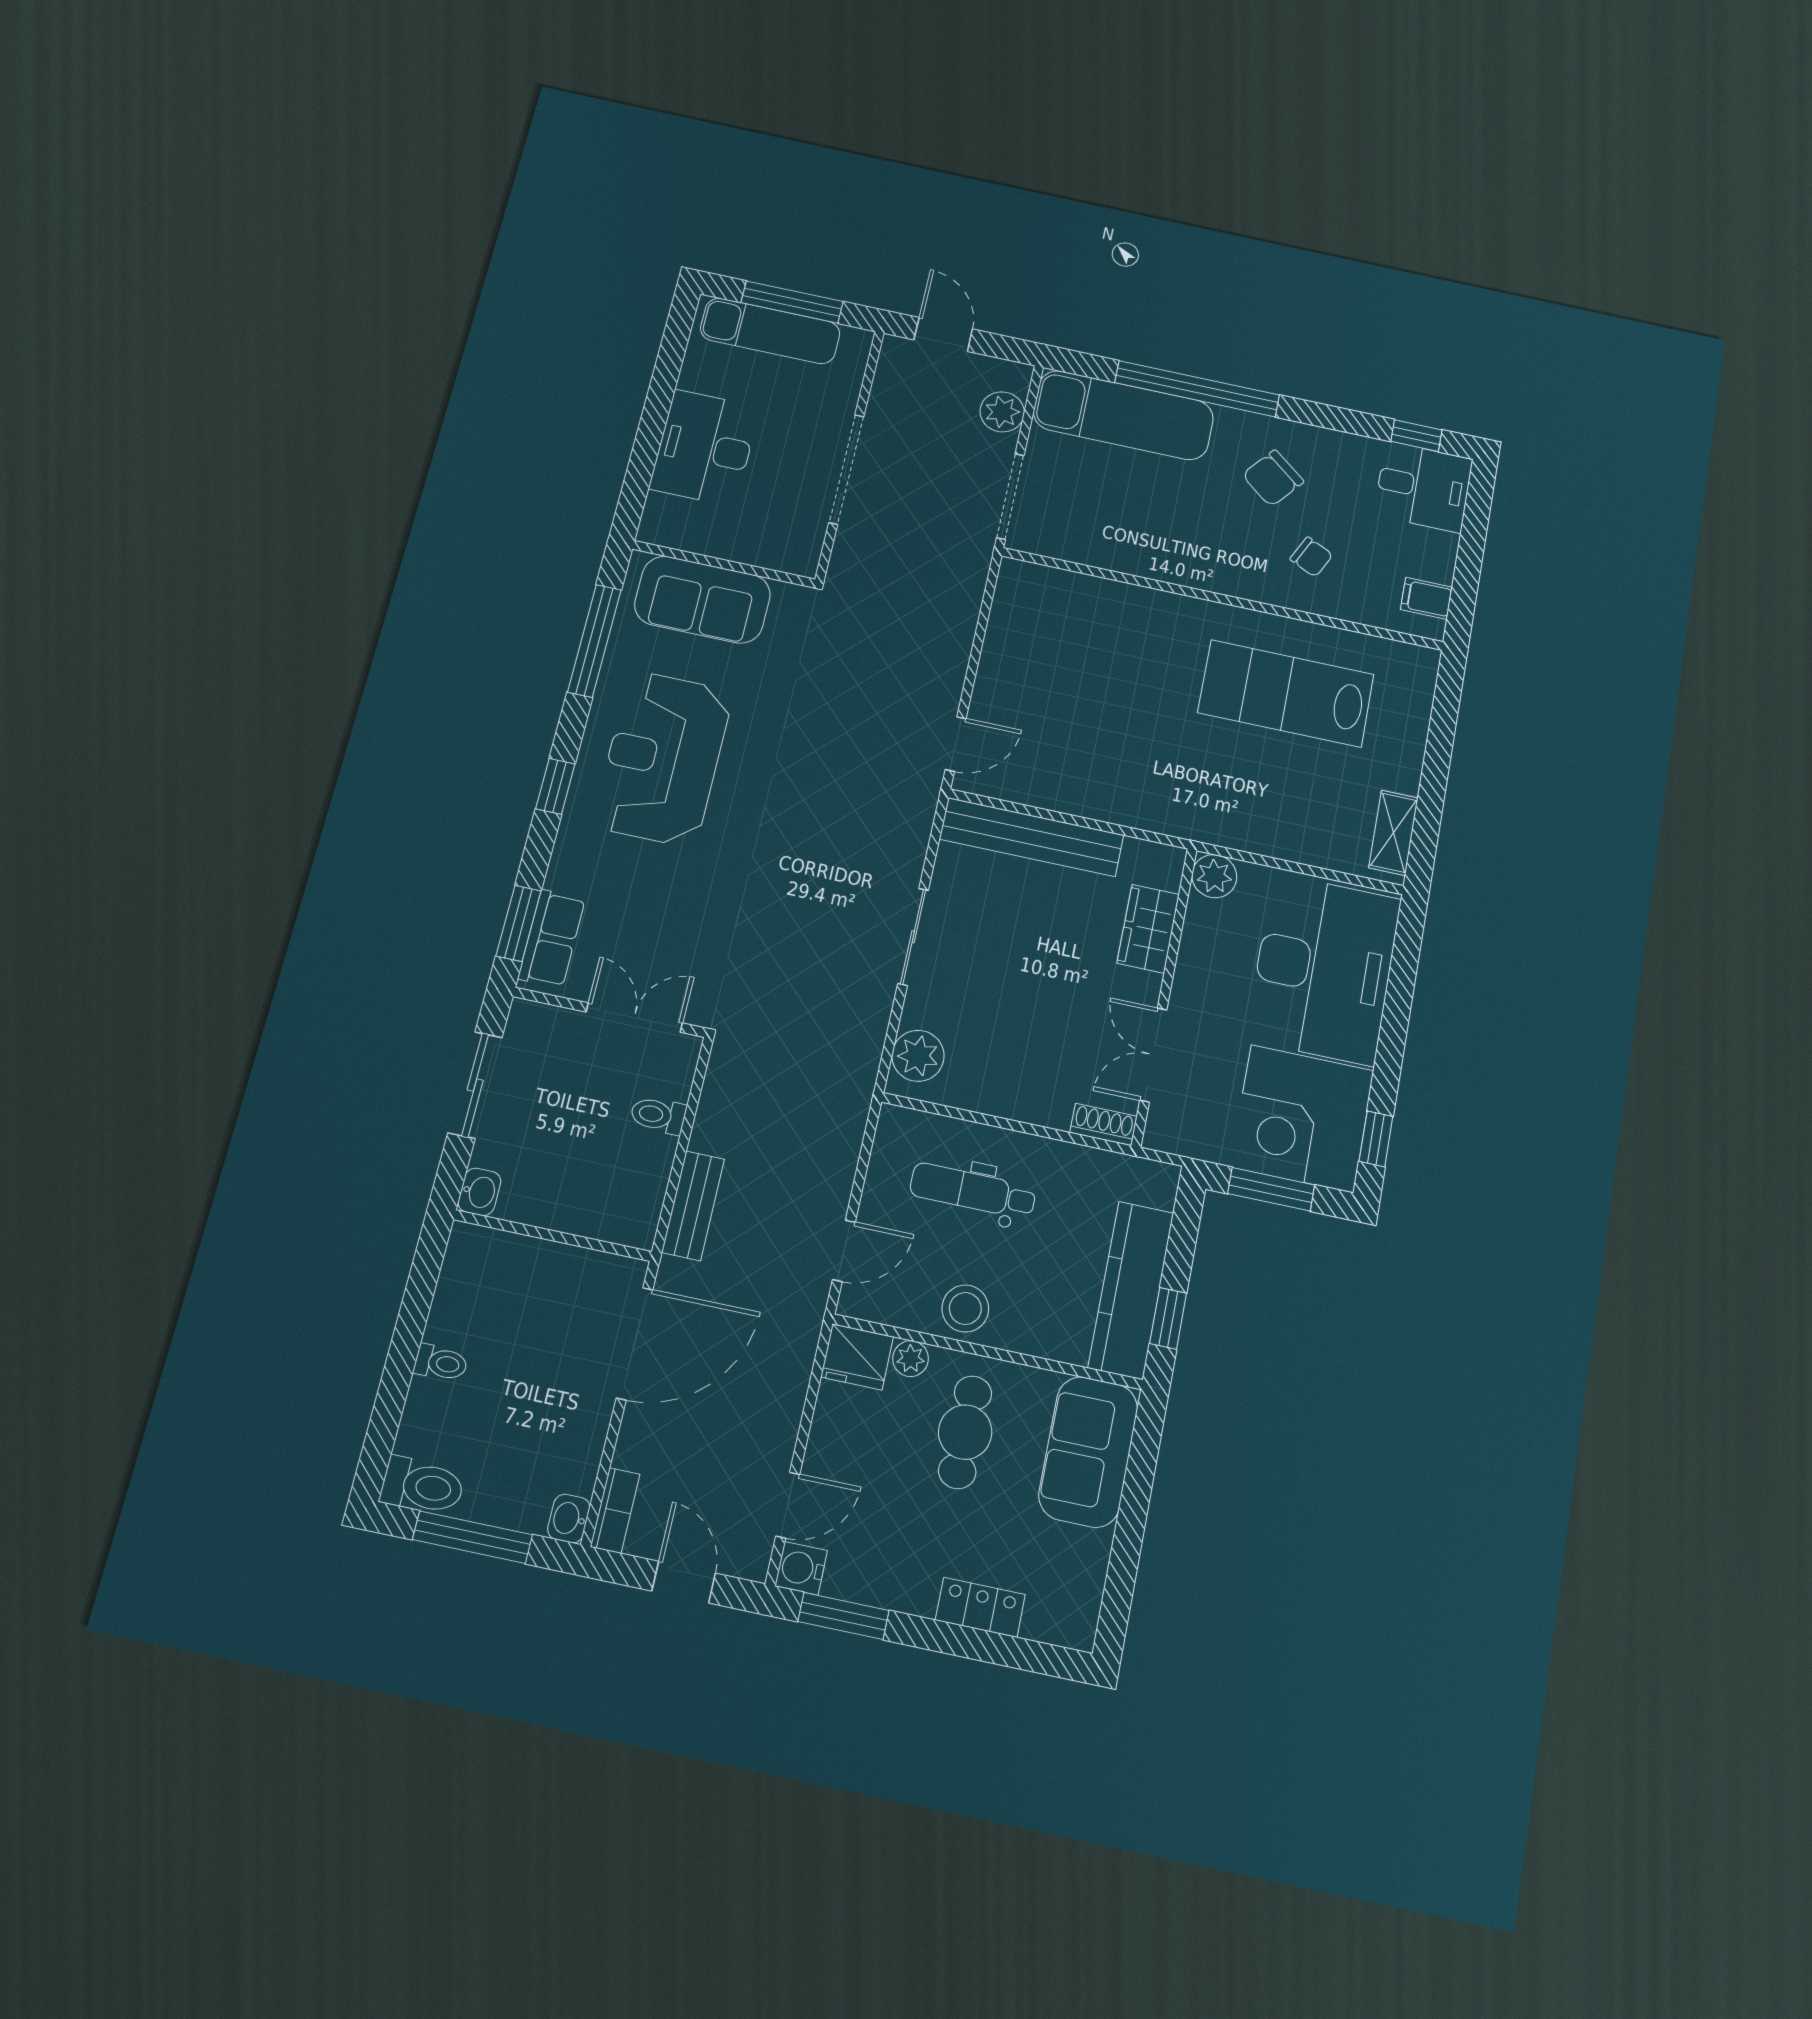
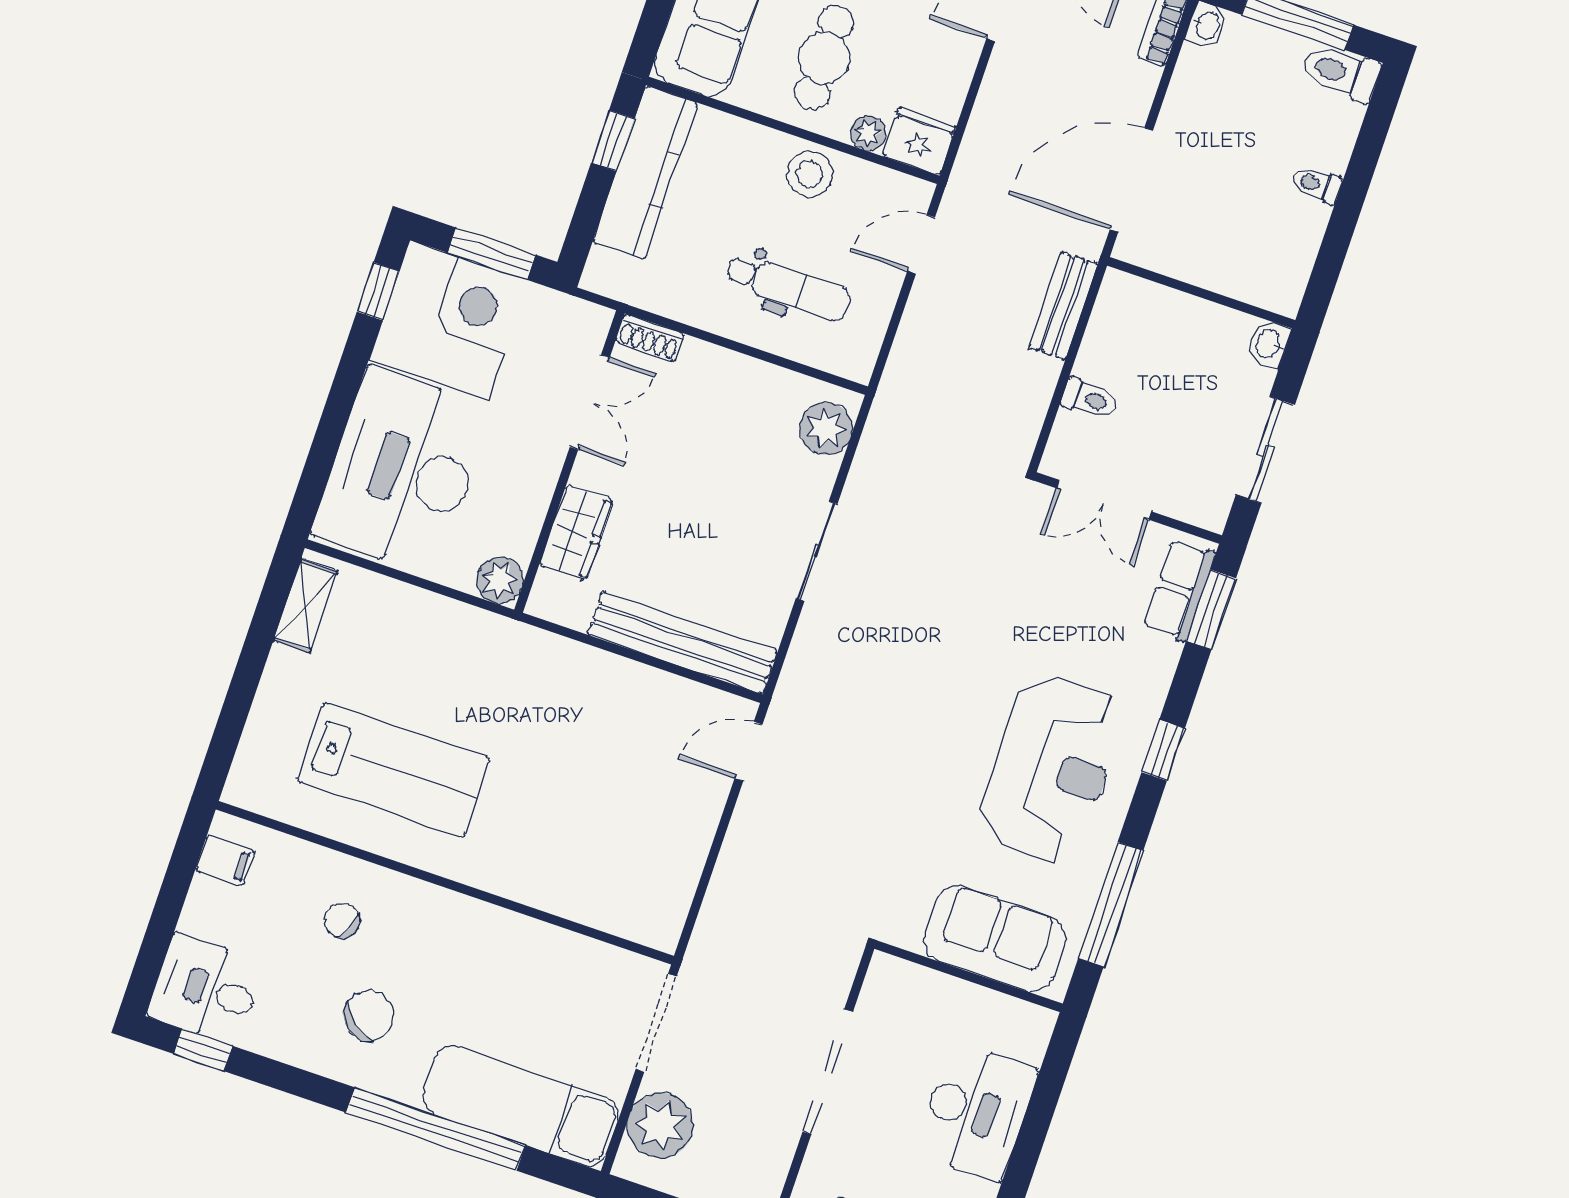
plant: (1002, 412) -> (660, 1125), width x1.36, depth x1.36

